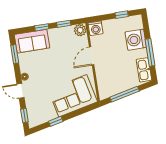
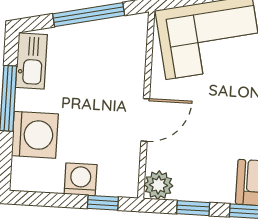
window: (122, 15) -> (103, 203), moved
washing machine: (96, 28) -> (81, 179), moved

